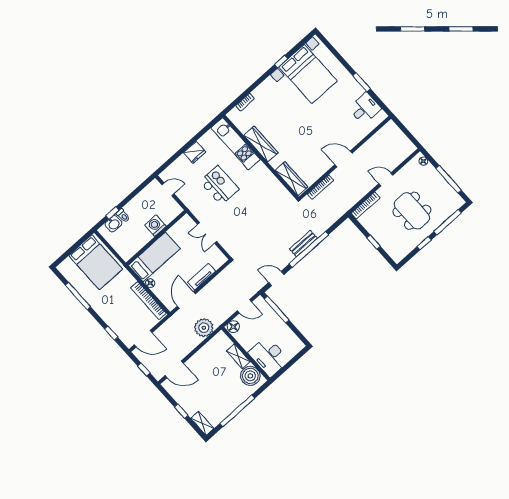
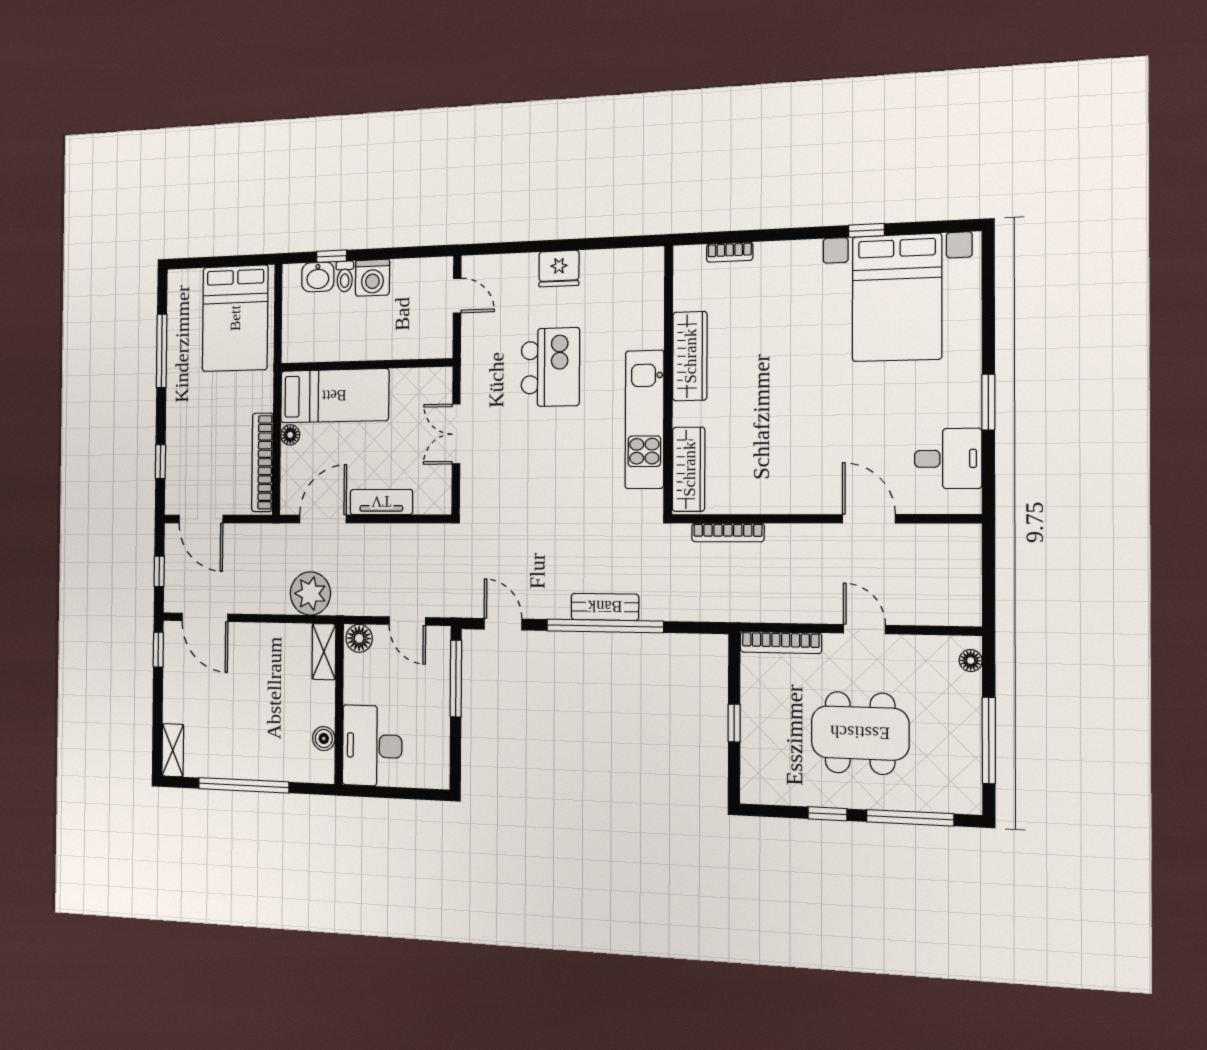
kitchen unit: (236, 144) -> (644, 419), moved
door: (344, 159) -> (869, 519), moved
dining table: (412, 211) -> (860, 733), turned 90
washing machine: (155, 226) -> (372, 278), moved, turned 180
shelving: (238, 356) -> (324, 652), moved
boiler: (250, 376) -> (324, 739), width x0.54, depth x0.54
window: (181, 411) -> (158, 650), moved

